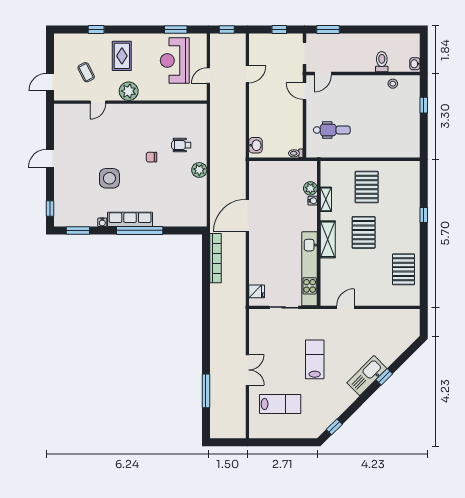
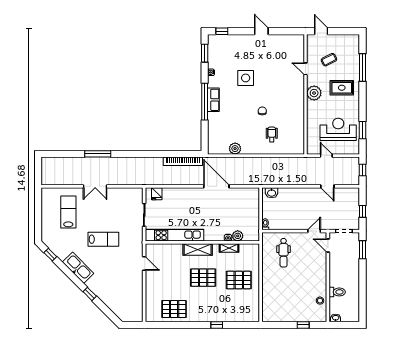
window: (96, 30) -> (362, 68), width x2.17
plant: (199, 170) -> (235, 149), moved
row of seats: (130, 219) -> (213, 100), width x0.68
kitchen sink: (367, 376) -> (78, 268), moved
window: (206, 391) -> (98, 154), moved
lab bench: (280, 404) -> (68, 212), turned 180

